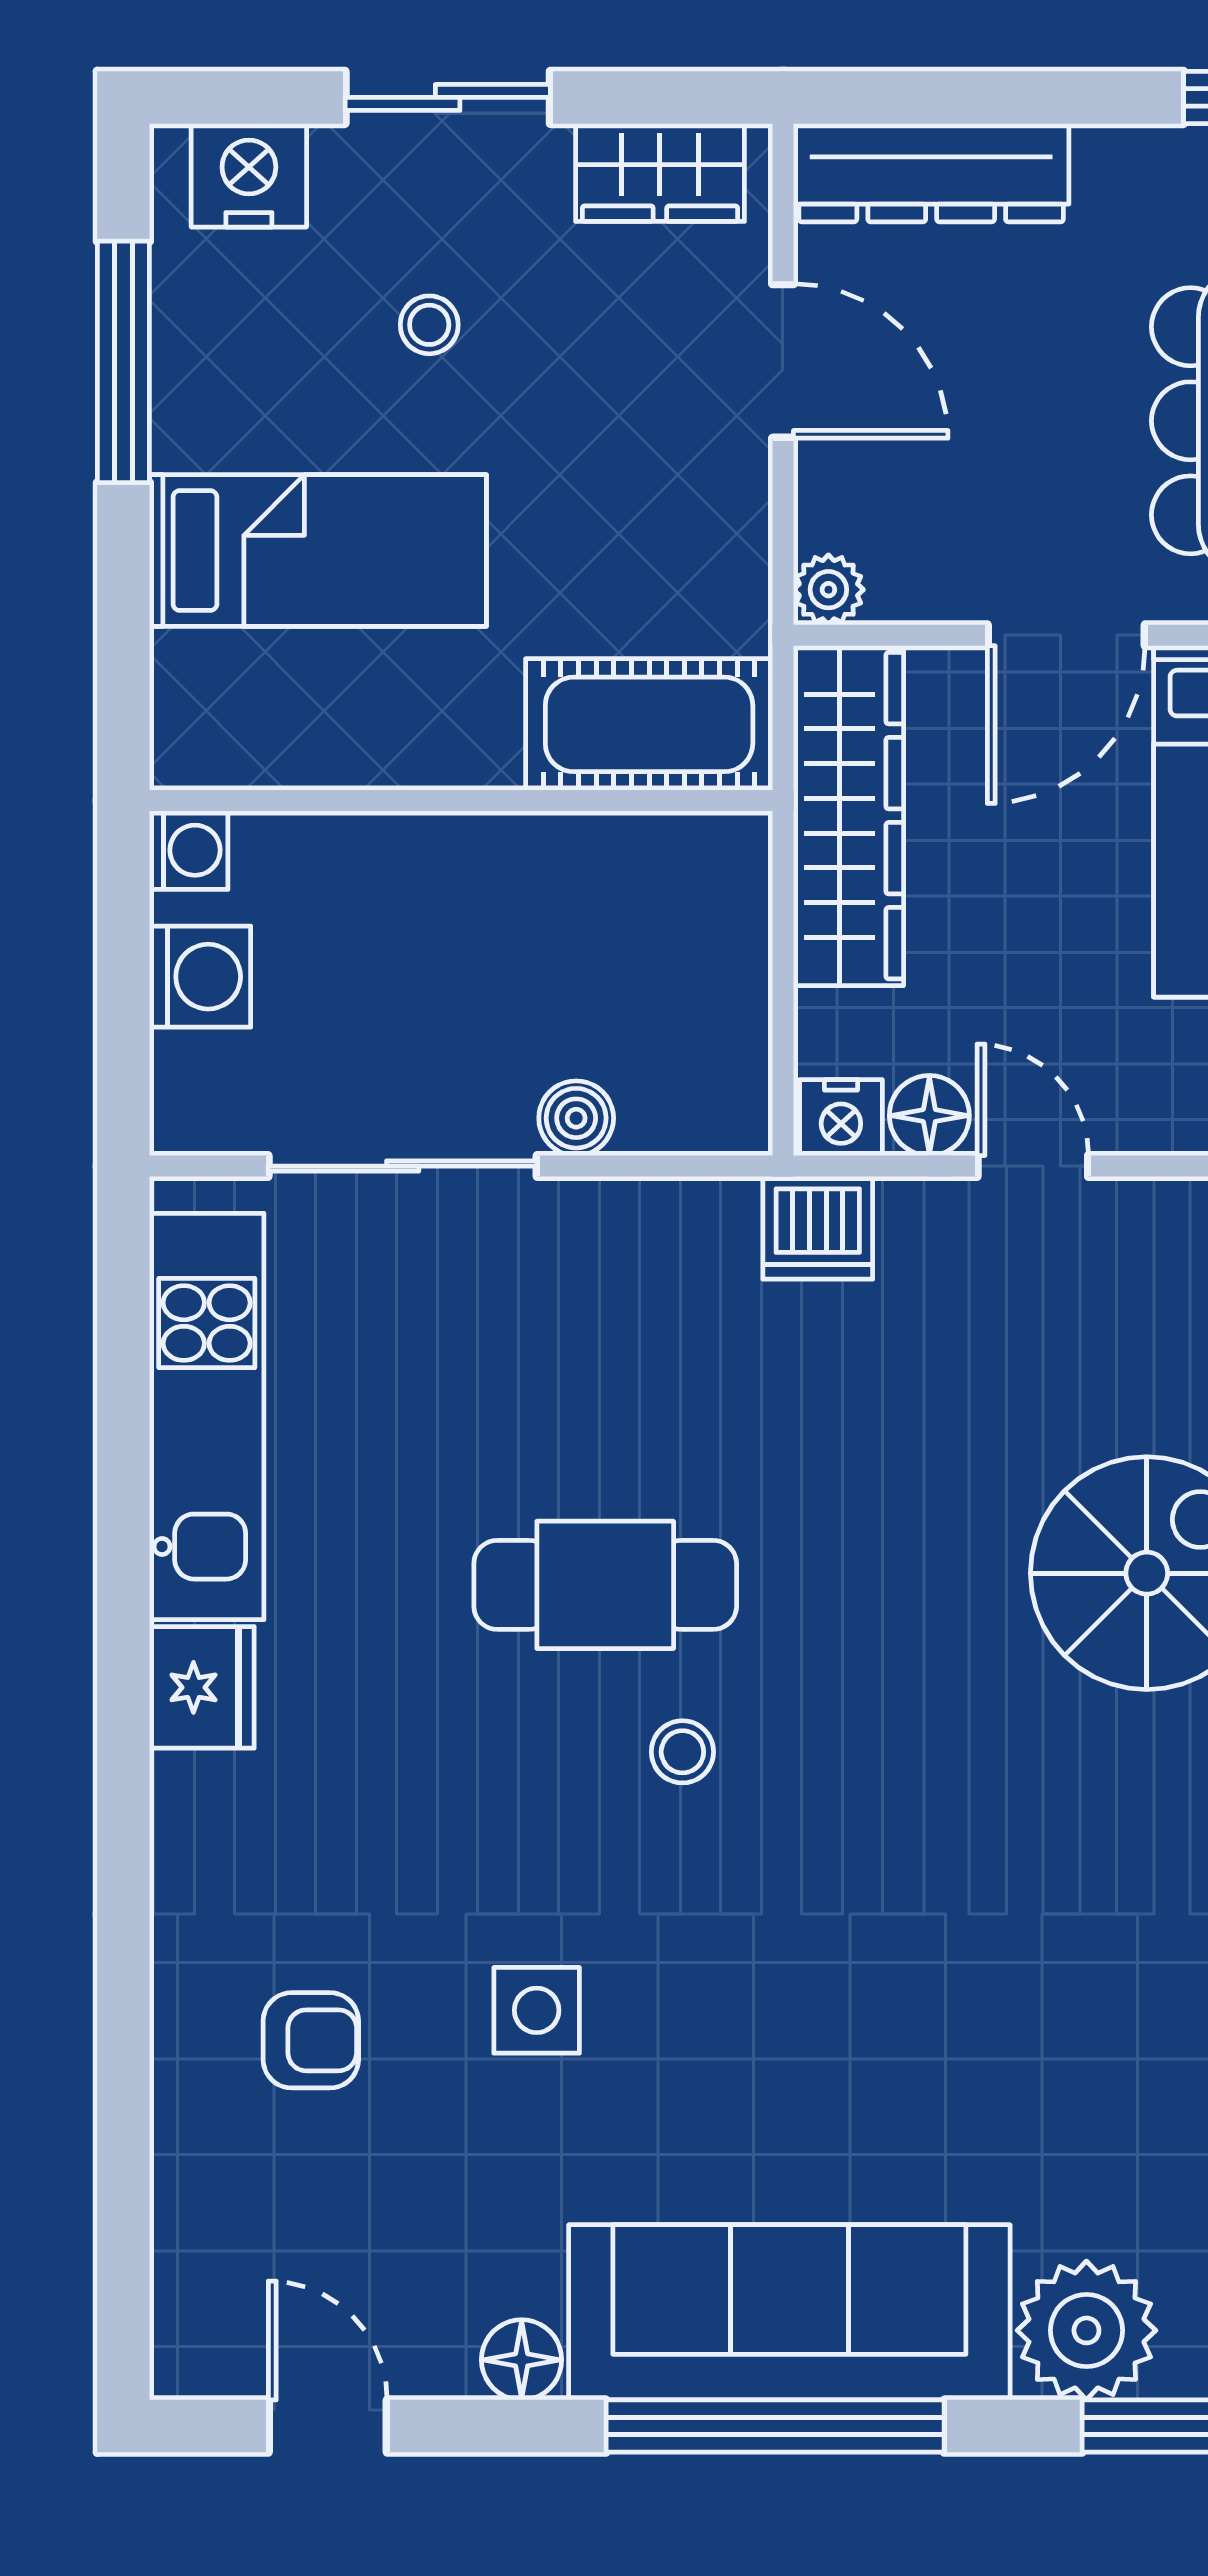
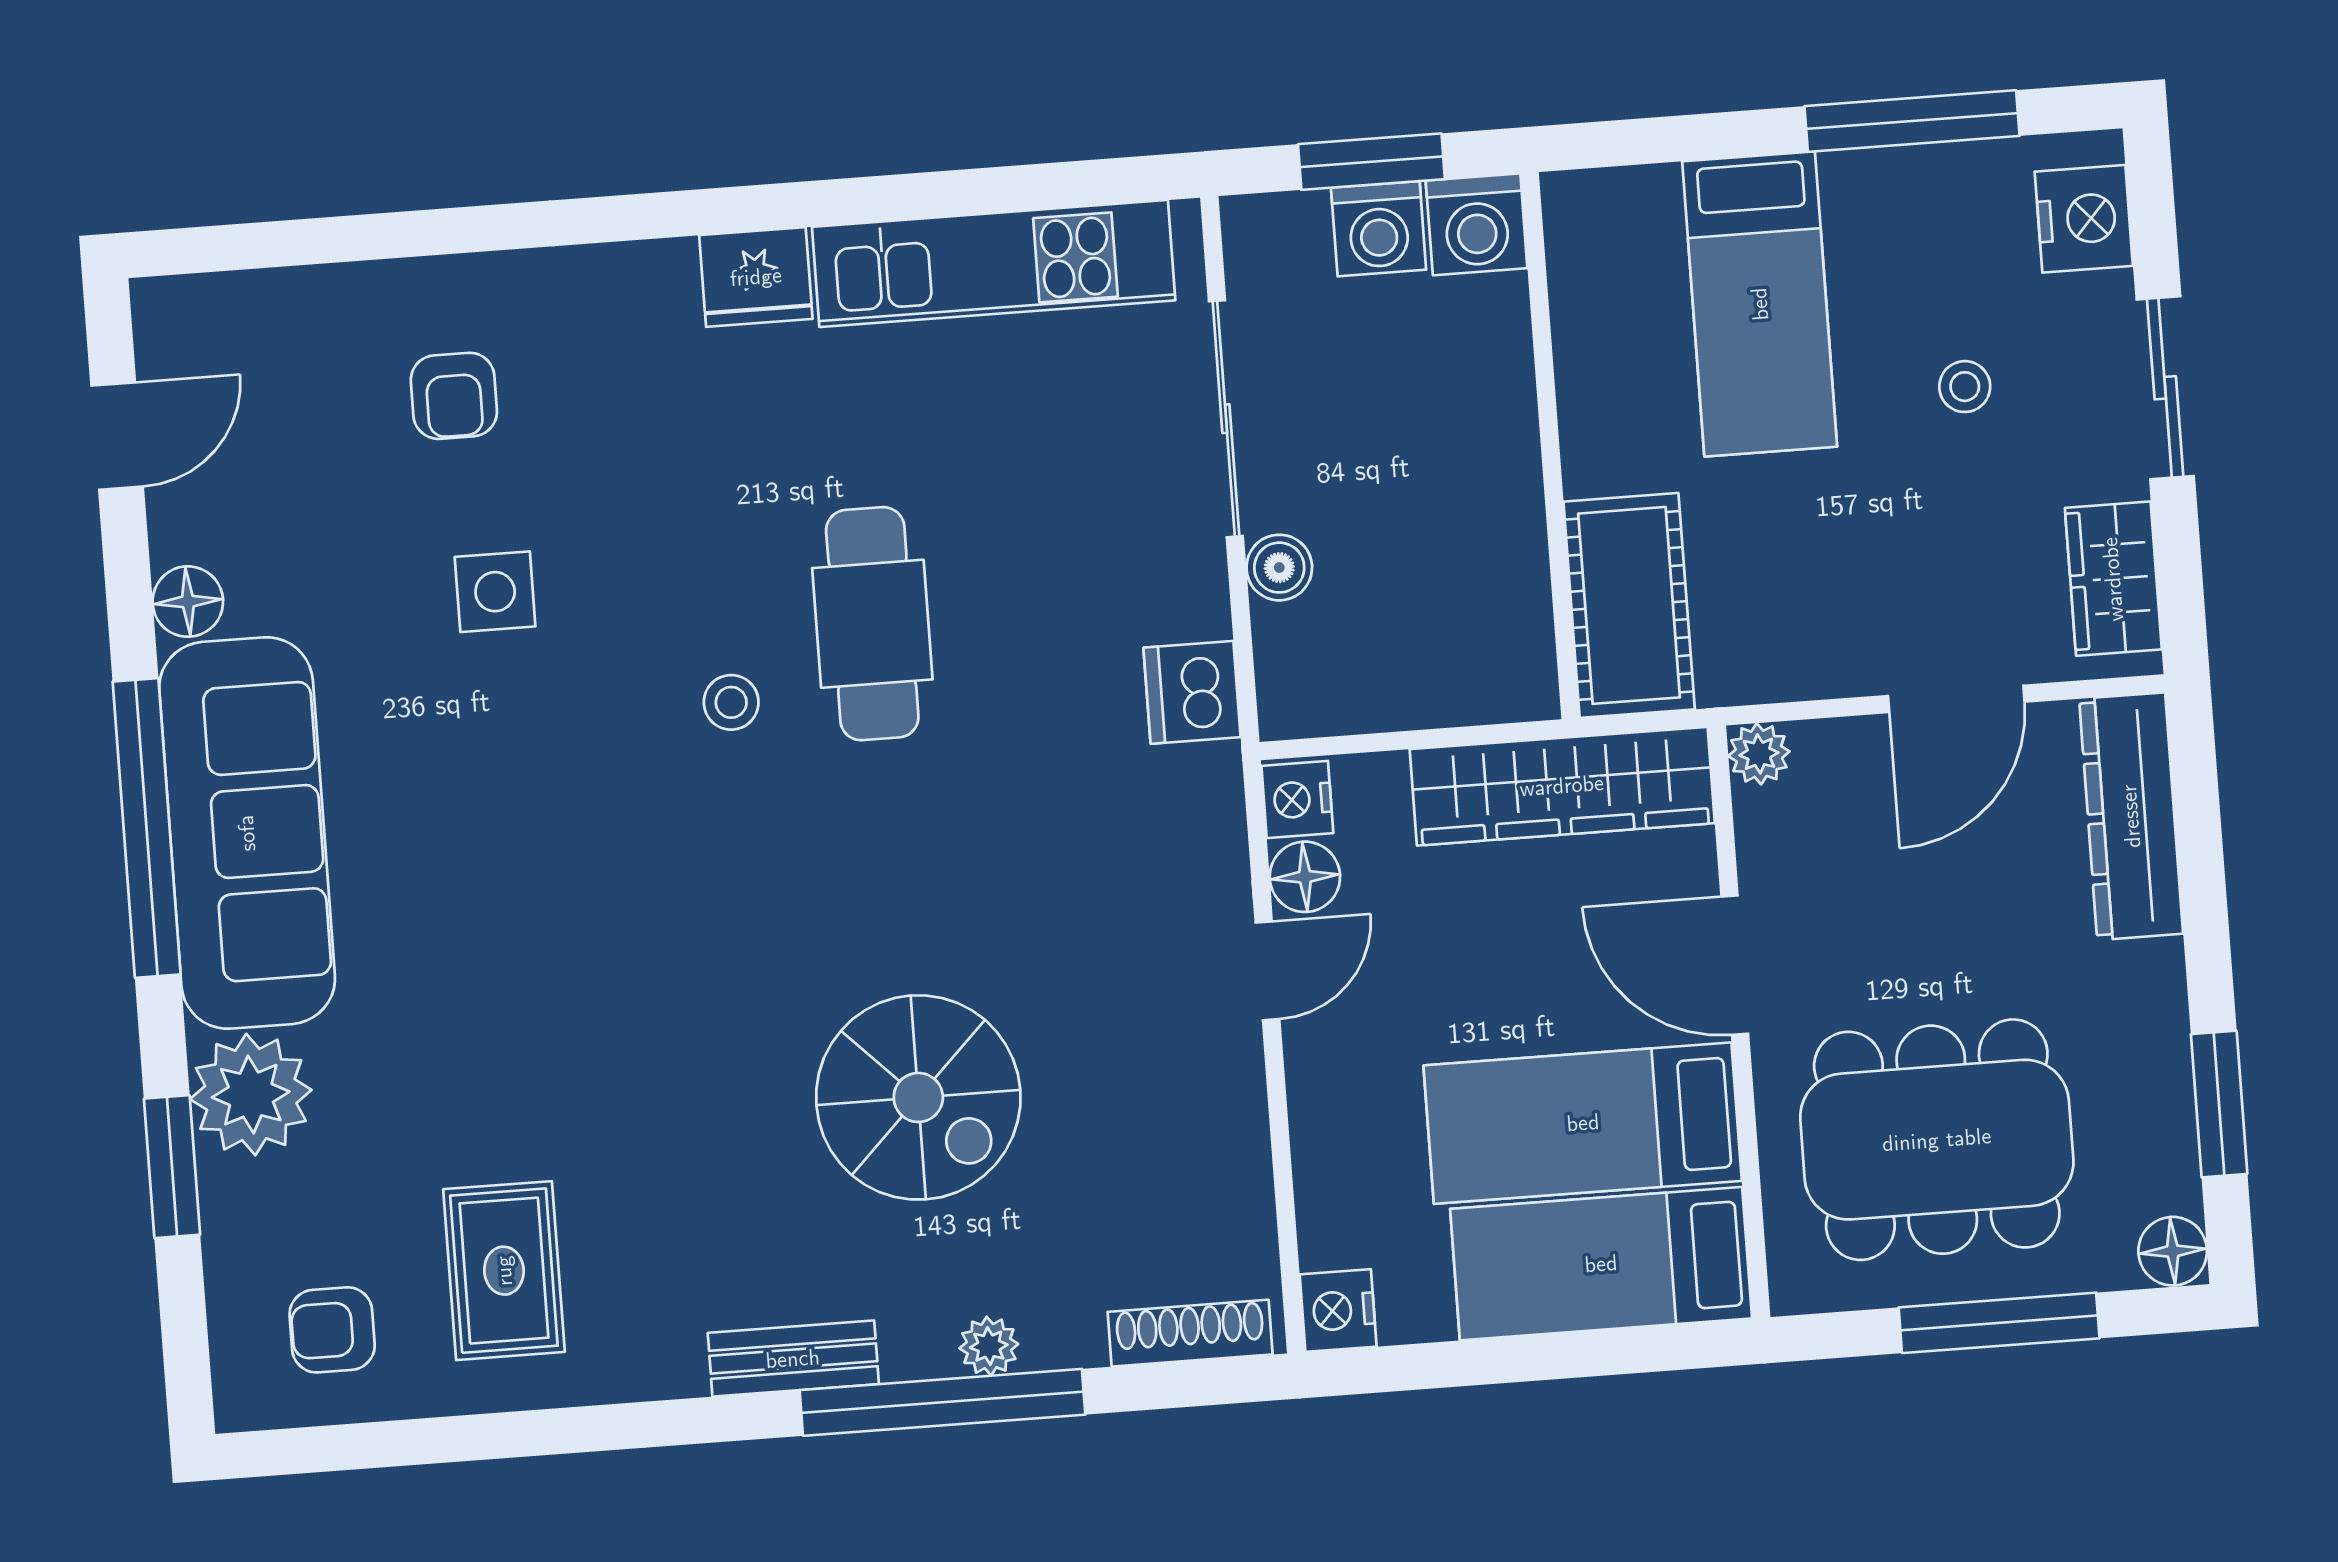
washing machine: (189, 850) -> (1477, 224), width x1.38, depth x1.38
window: (123, 979) -> (1371, 162), added
dishwasher: (818, 1228) -> (1192, 692), moved

